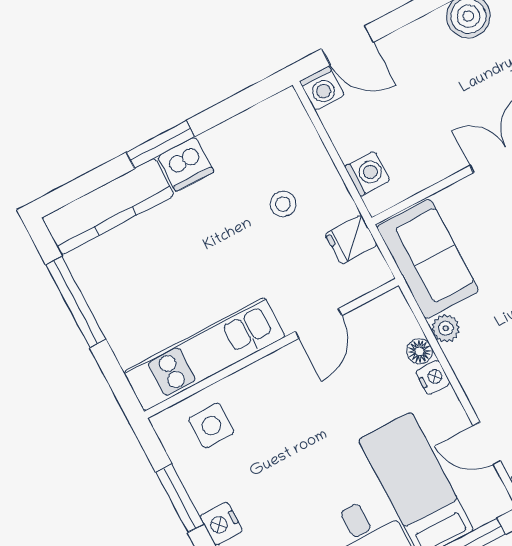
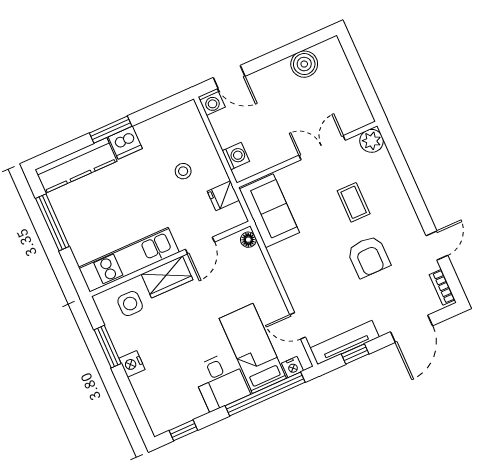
plant: (446, 328) -> (277, 254), removed
floor lamp: (419, 351) -> (248, 240), moved
nightstand: (433, 377) -> (292, 367), moved, turned 90
wardrobe: (269, 378) -> (167, 277), added

